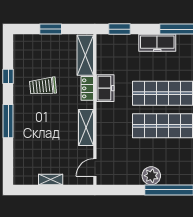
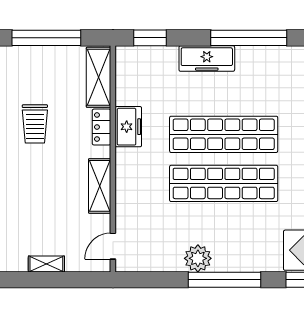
window: (51, 29) -> (46, 38), width x2.11
trolley: (43, 86) -> (35, 124), turned -84

